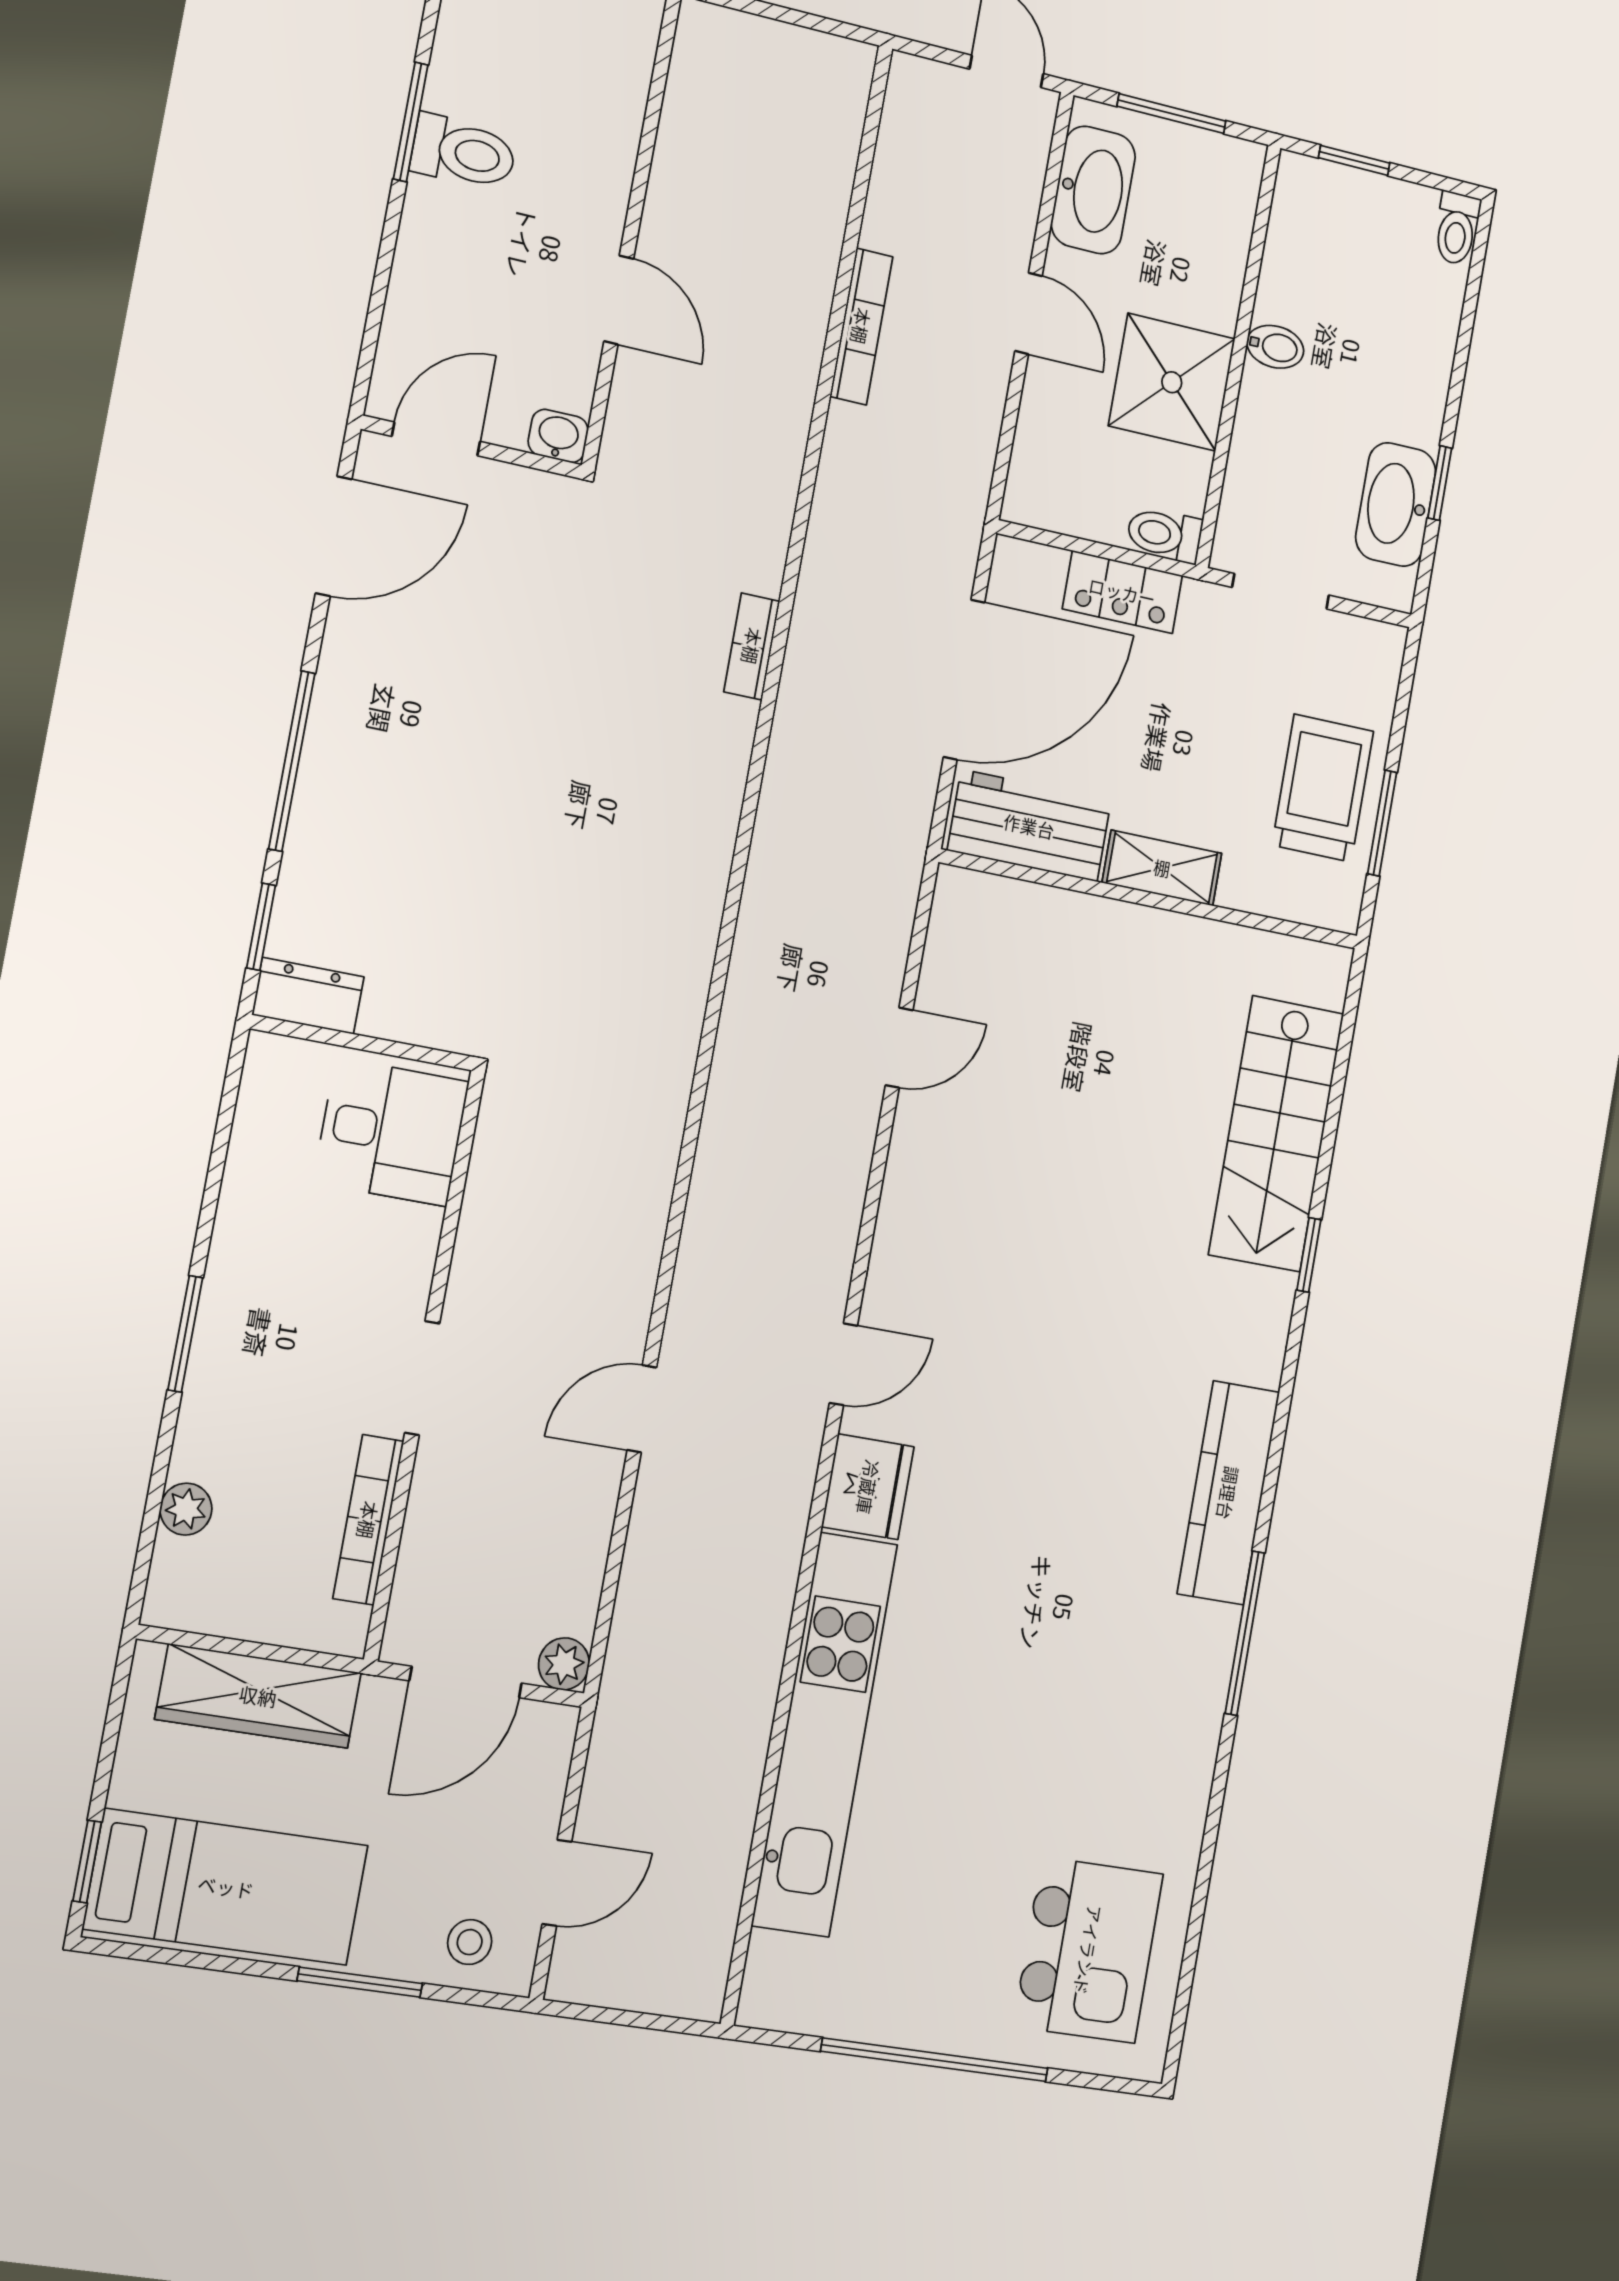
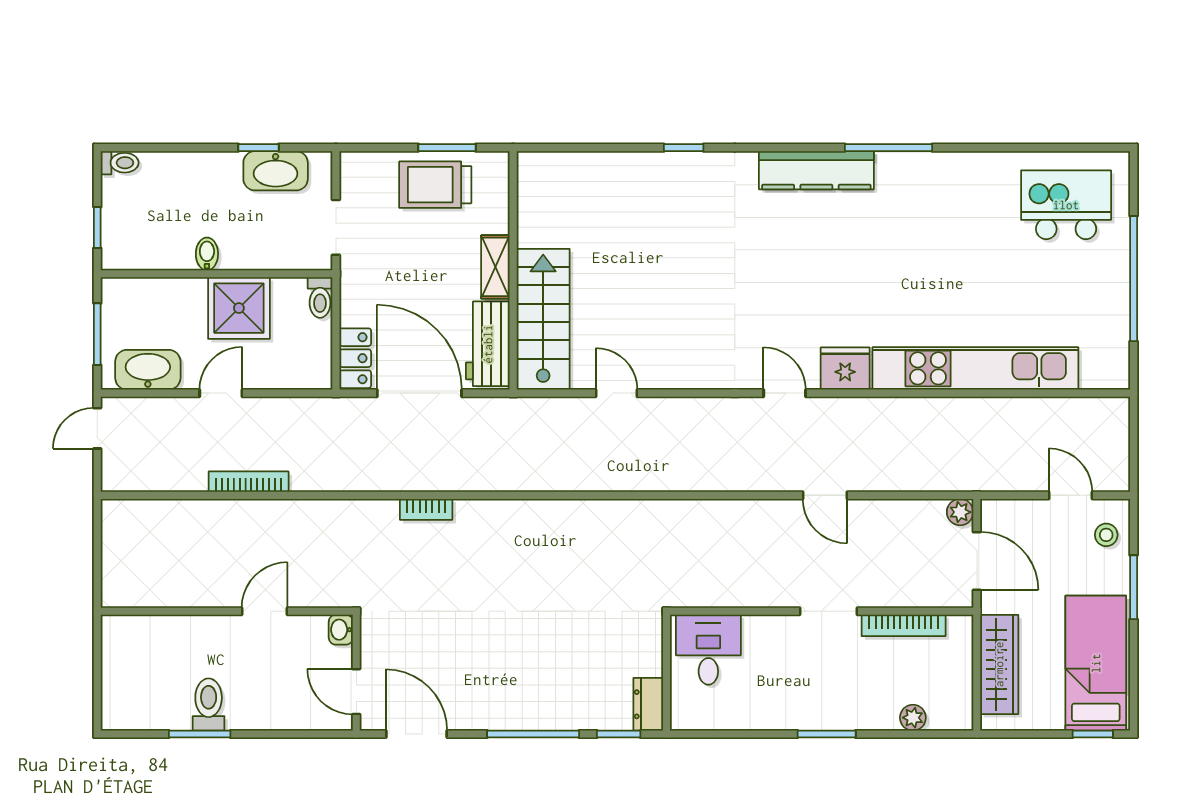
locker: (1122, 592) -> (355, 358), moved
stairs: (1276, 1134) -> (543, 319), moved, turned -90

